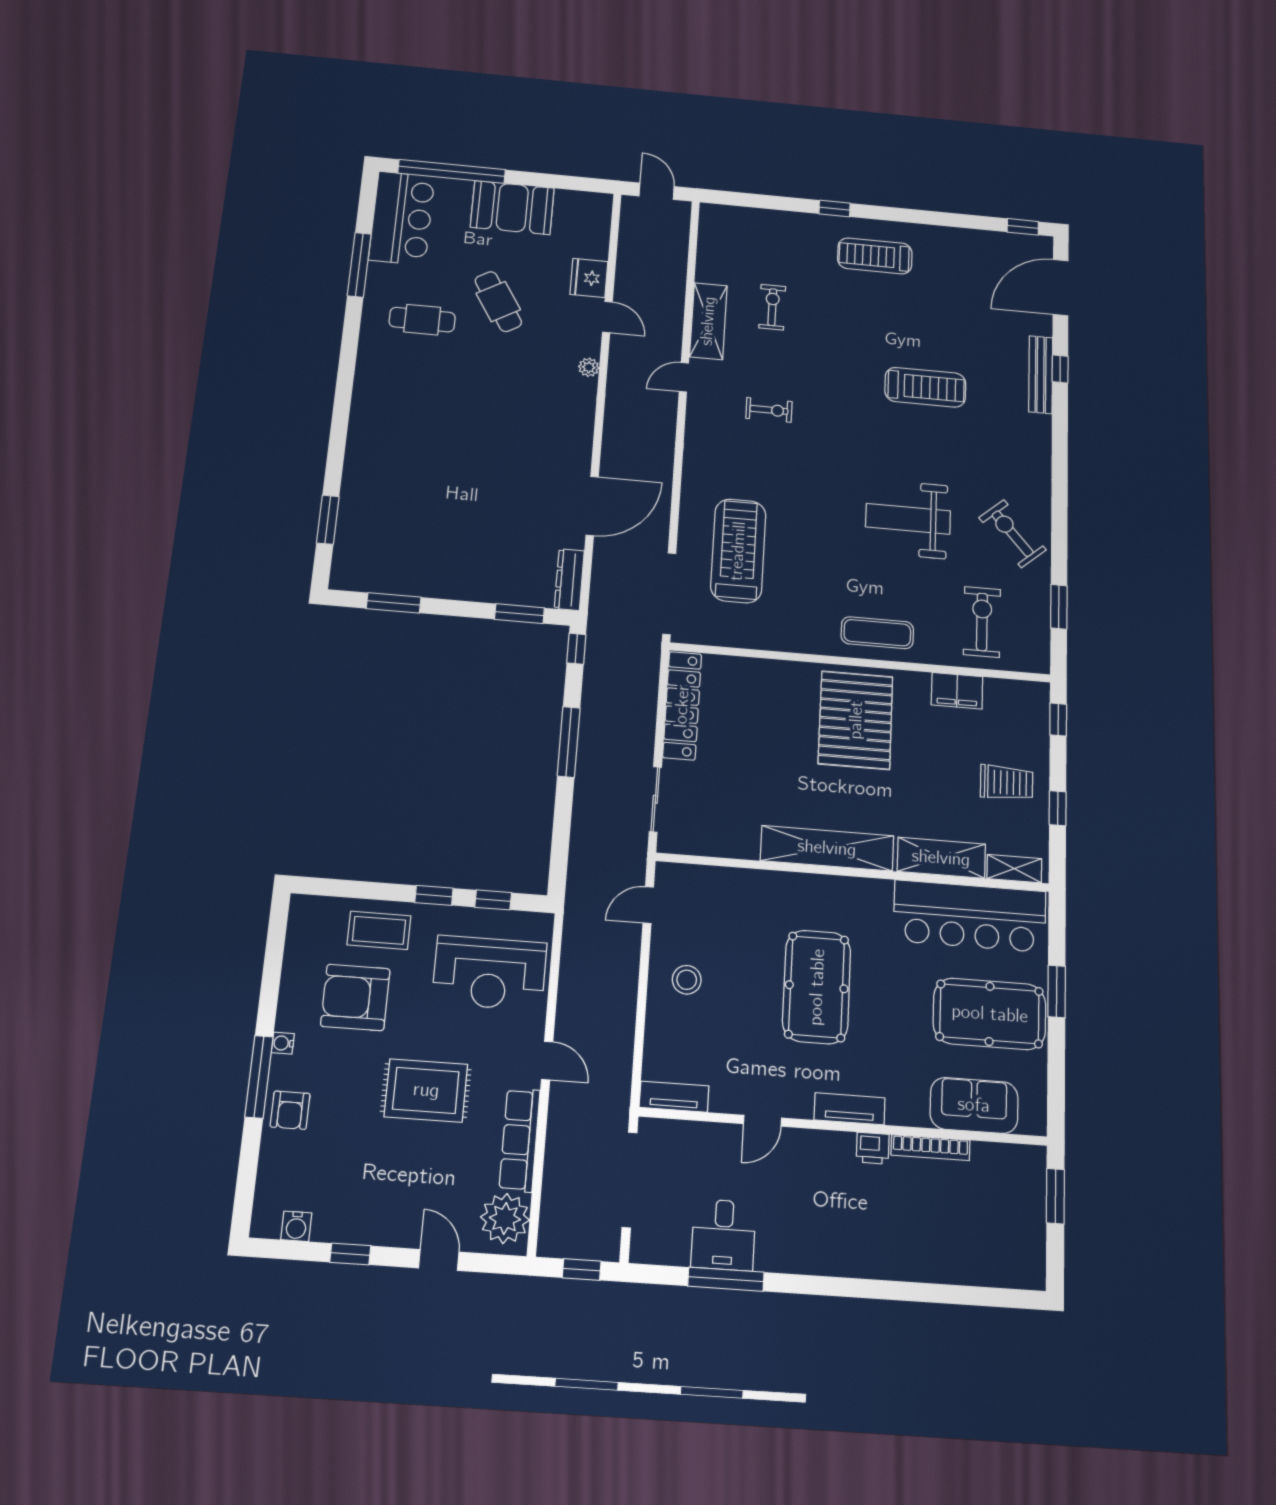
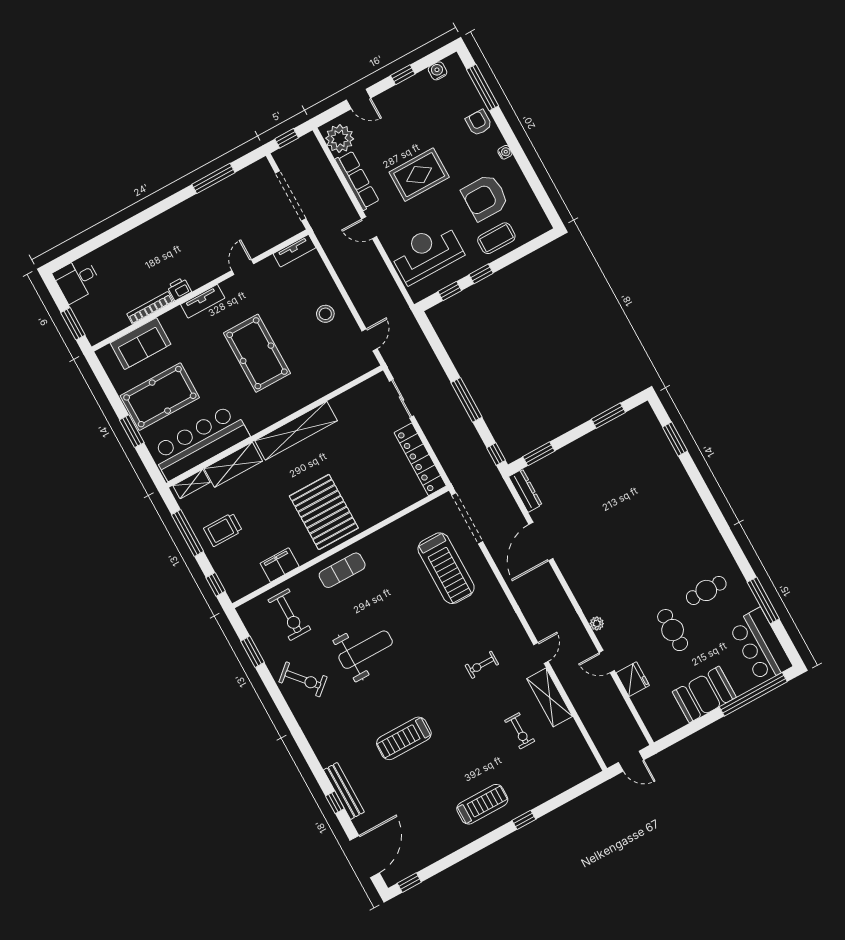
cafe table: (498, 302) -> (673, 630), turned 31
window: (1058, 808) -> (187, 533), width x2.17
armchair: (355, 997) -> (485, 197), turned 180
window: (259, 1077) -> (483, 88), moved
desk: (723, 1235) -> (77, 280), moved, turned -90

